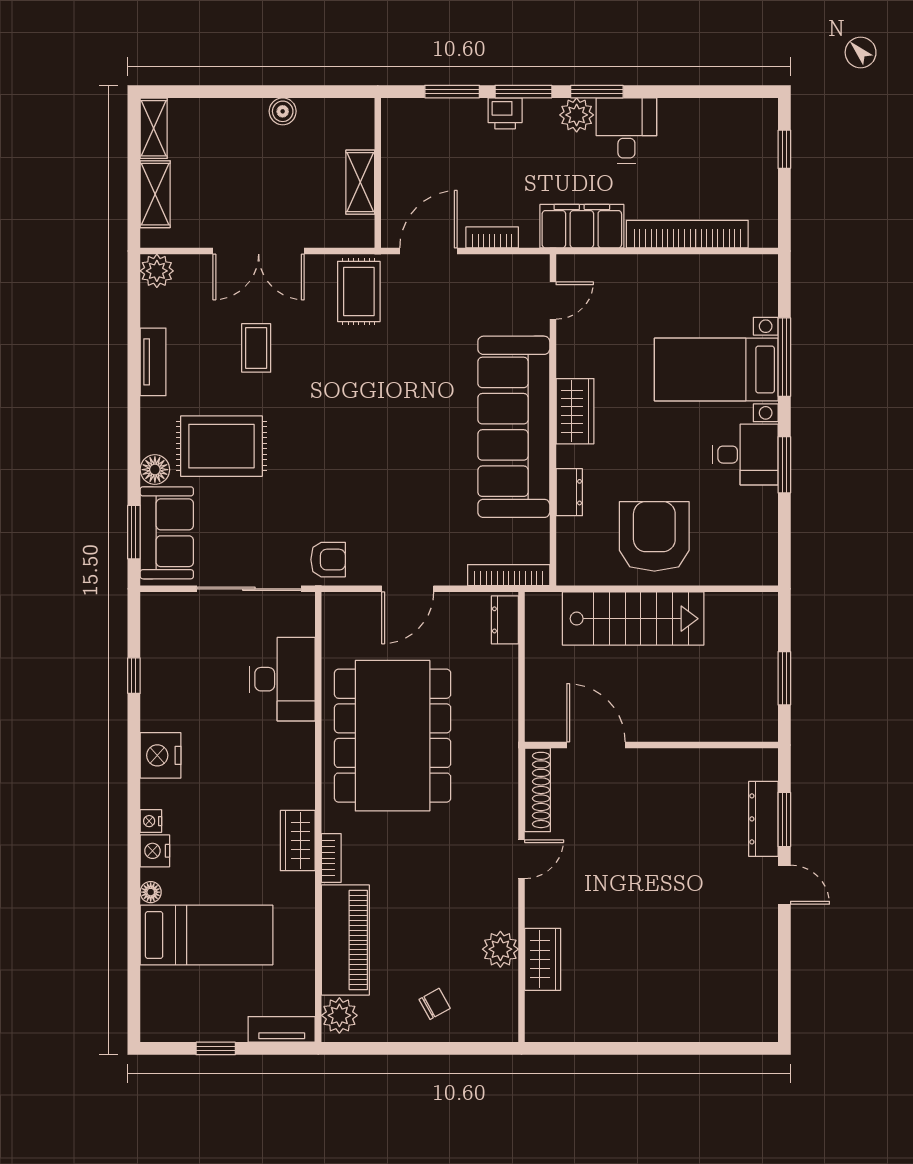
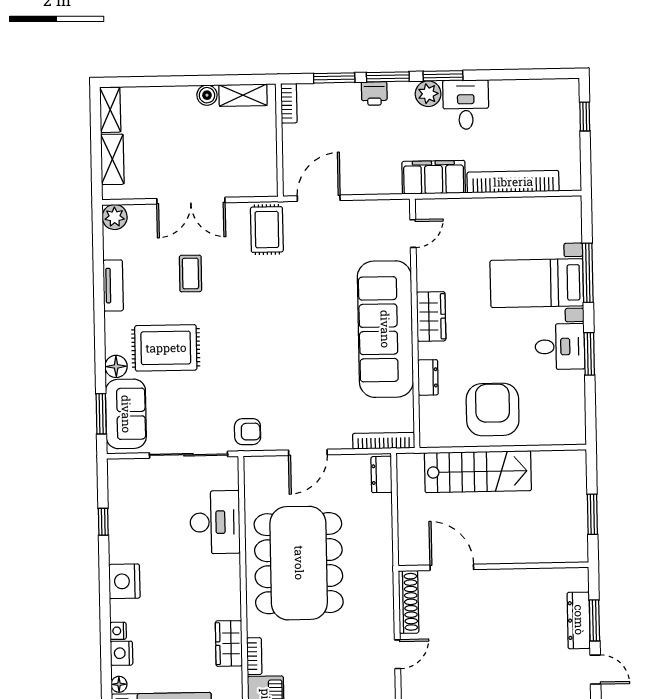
shelving: (360, 182) -> (243, 95), moved, turned 90
bookcase: (492, 237) -> (289, 103), moved, turned 90

